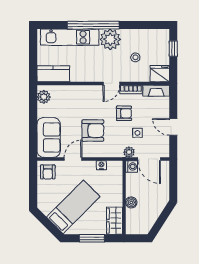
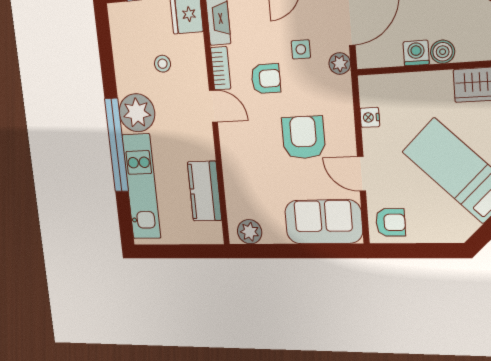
kitchen counter: (53, 74) -> (205, 191), moved
armchair: (124, 113) -> (266, 79), turned 90
washing machine: (132, 167) -> (416, 53), moved

